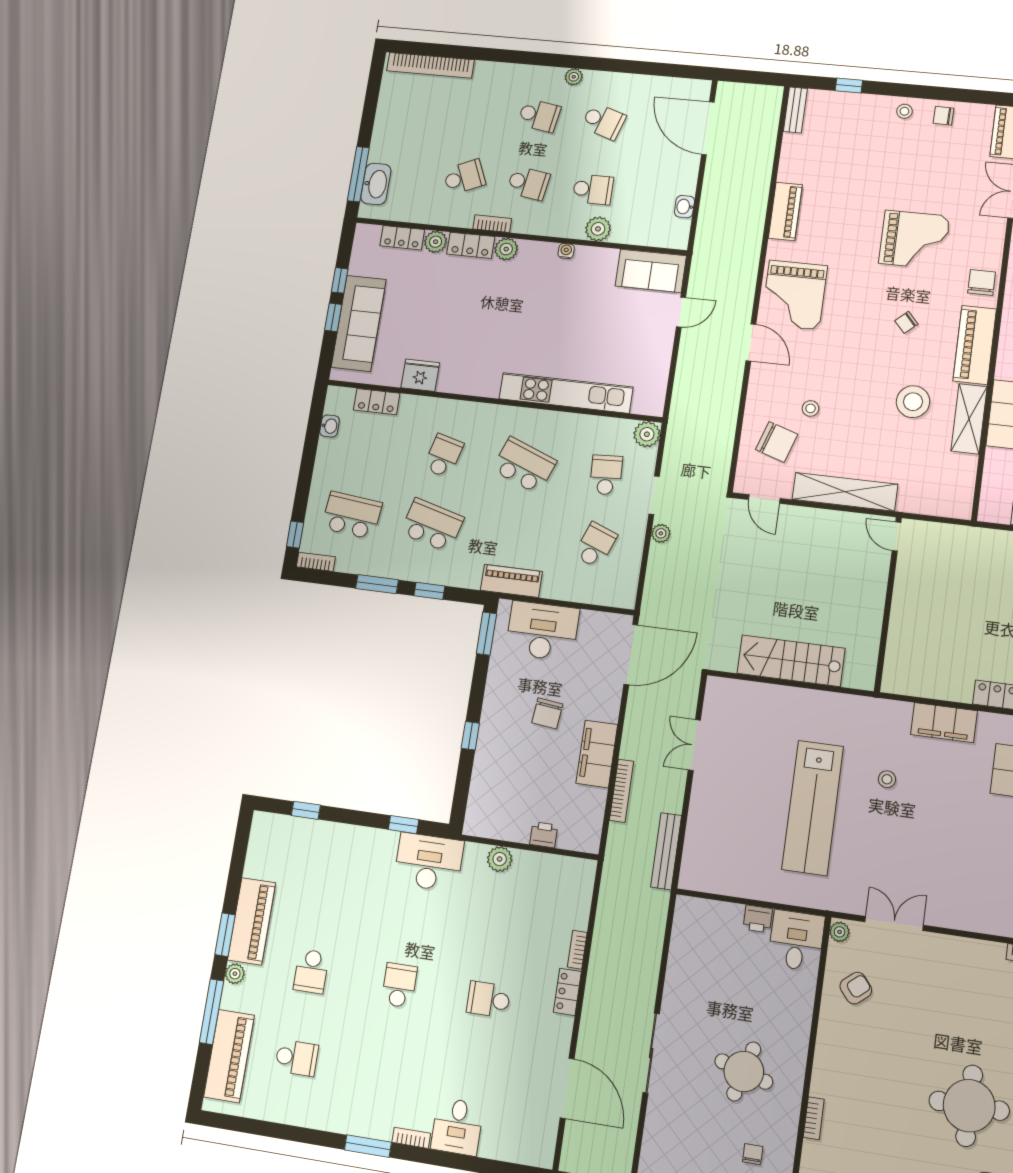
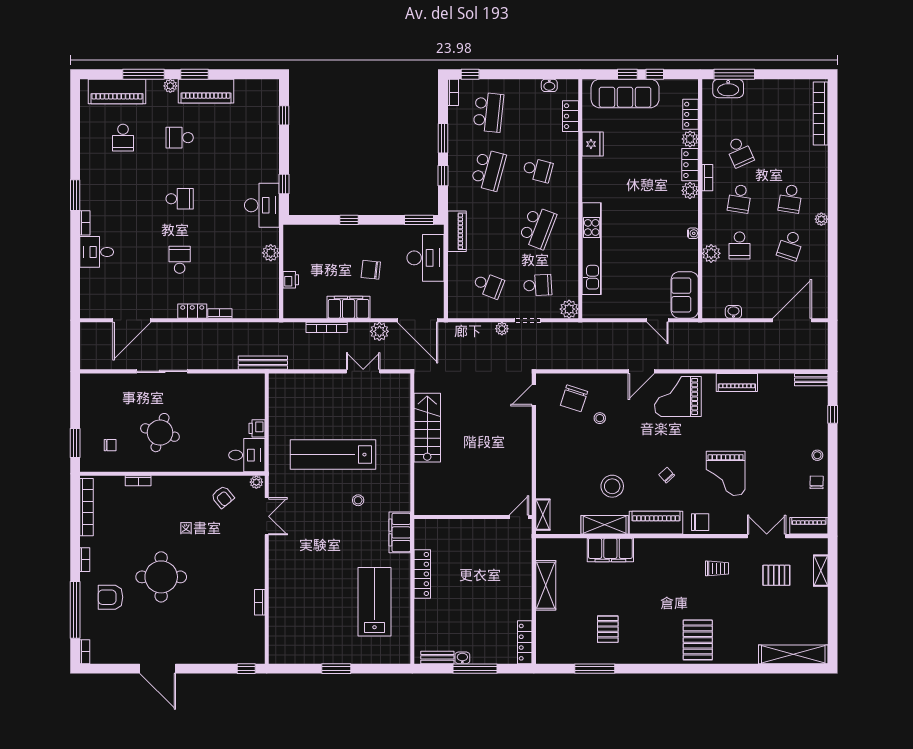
shelving: (845, 492) -> (543, 515), moved, width x0.45, depth x0.75
door: (896, 537) -> (519, 517), moved
wall: (888, 604) -> (473, 517), moved
plant: (639, 713) -> (379, 331), added
bench: (666, 851) -> (263, 363), moved

